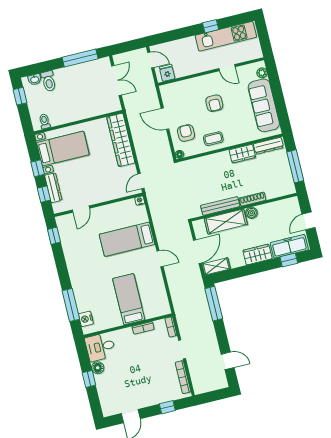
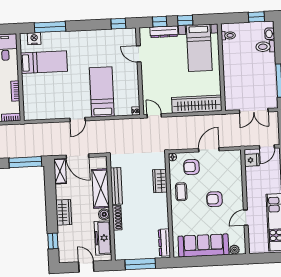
armchair: (186, 133) -> (191, 167), turned 180
wardrobe: (242, 154) -> (160, 181), moved
freezer: (289, 246) -> (103, 238), moved, turned 180
bed: (129, 299) -> (44, 62), moved

